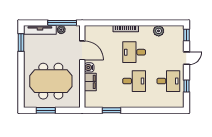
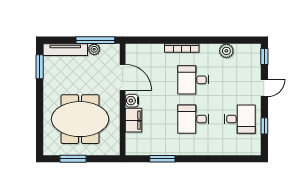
desk: (134, 81) -> (193, 119), turned 180

